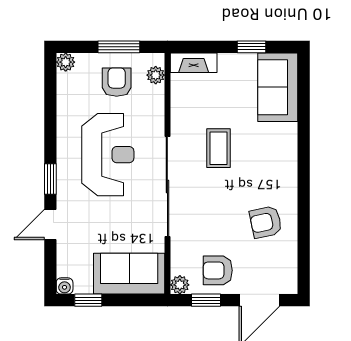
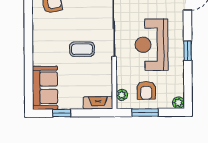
coffee table: (218, 148) -> (82, 49), turned 90
window: (50, 179) -> (188, 51), moved

